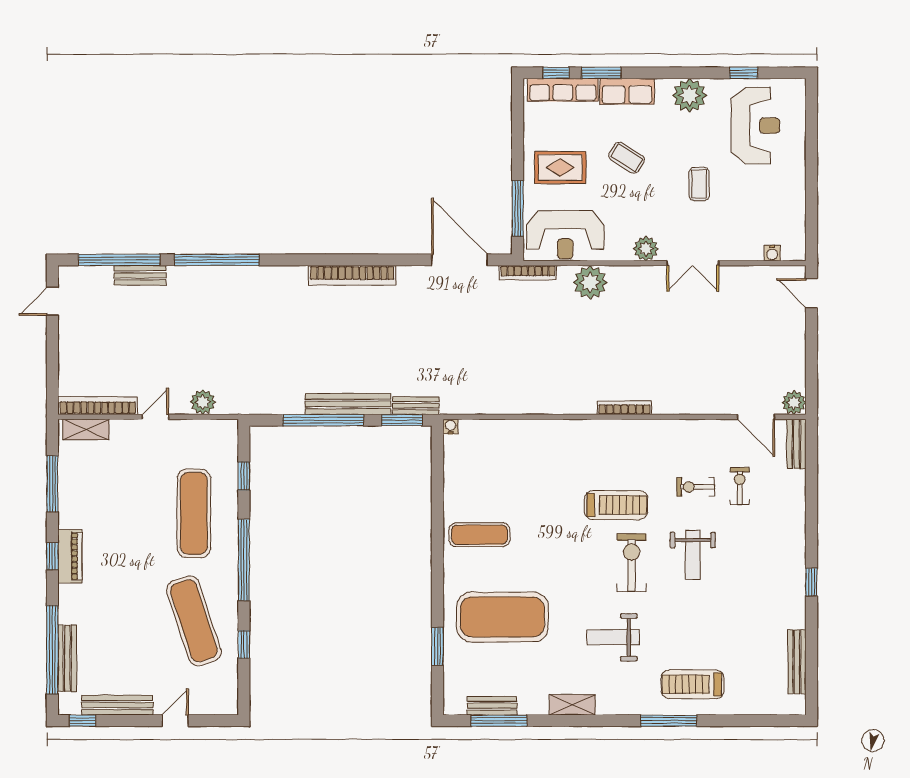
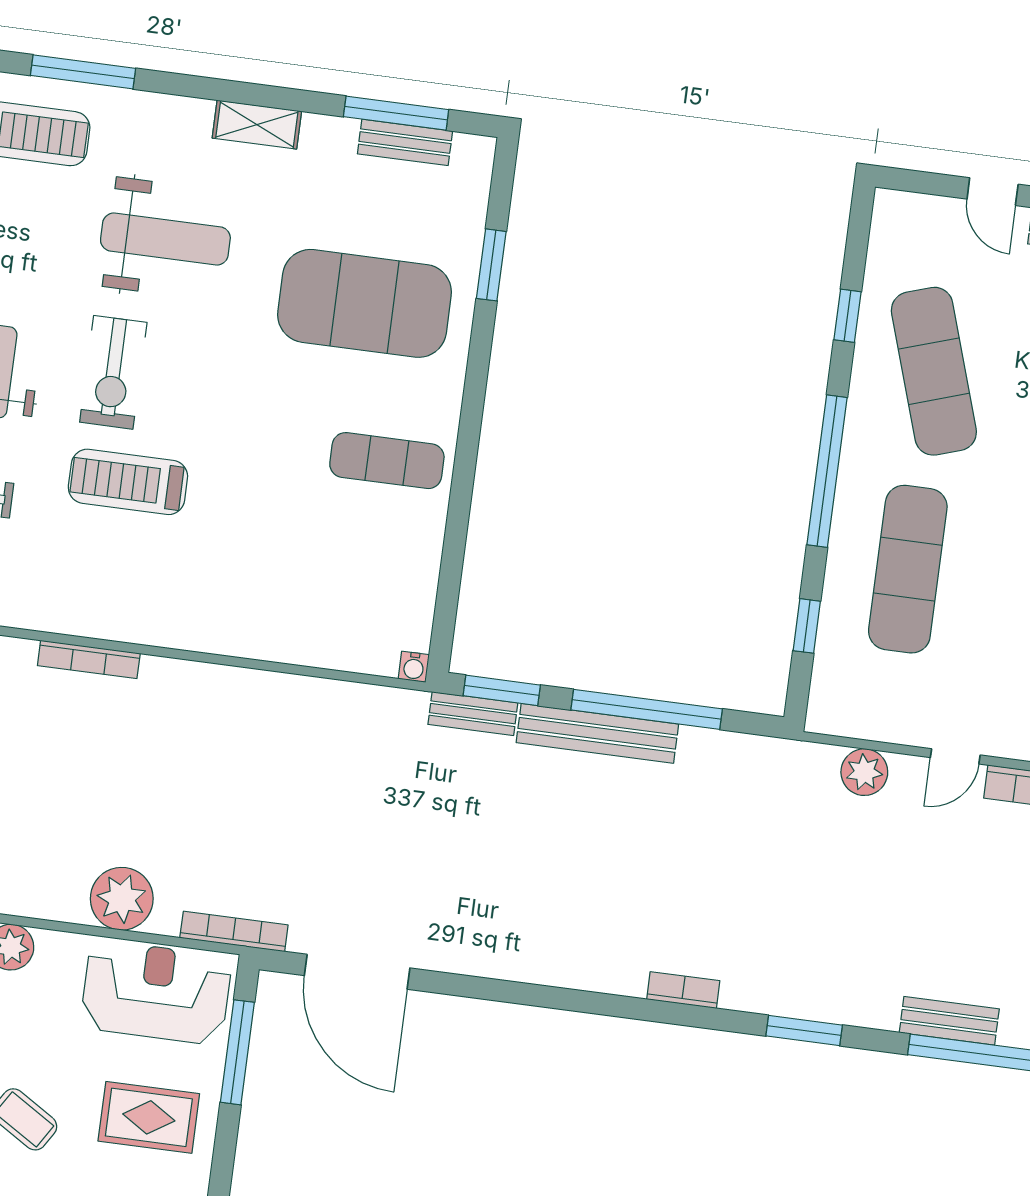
window: (217, 260) -> (804, 1031), width x0.47
bookcase: (352, 275) -> (683, 990), moved, width x0.43, depth x0.76
weight bench: (613, 637) -> (165, 239), width x1.36, depth x1.33
door: (175, 721) -> (993, 192), hinge flipped

